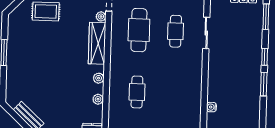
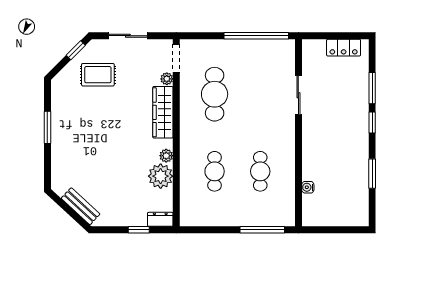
window: (266, 17) -> (372, 88), moved
cafe table: (176, 31) -> (260, 171), moved
window: (264, 84) -> (372, 174), moved
plant: (98, 99) -> (161, 176), width x1.88, depth x1.88

